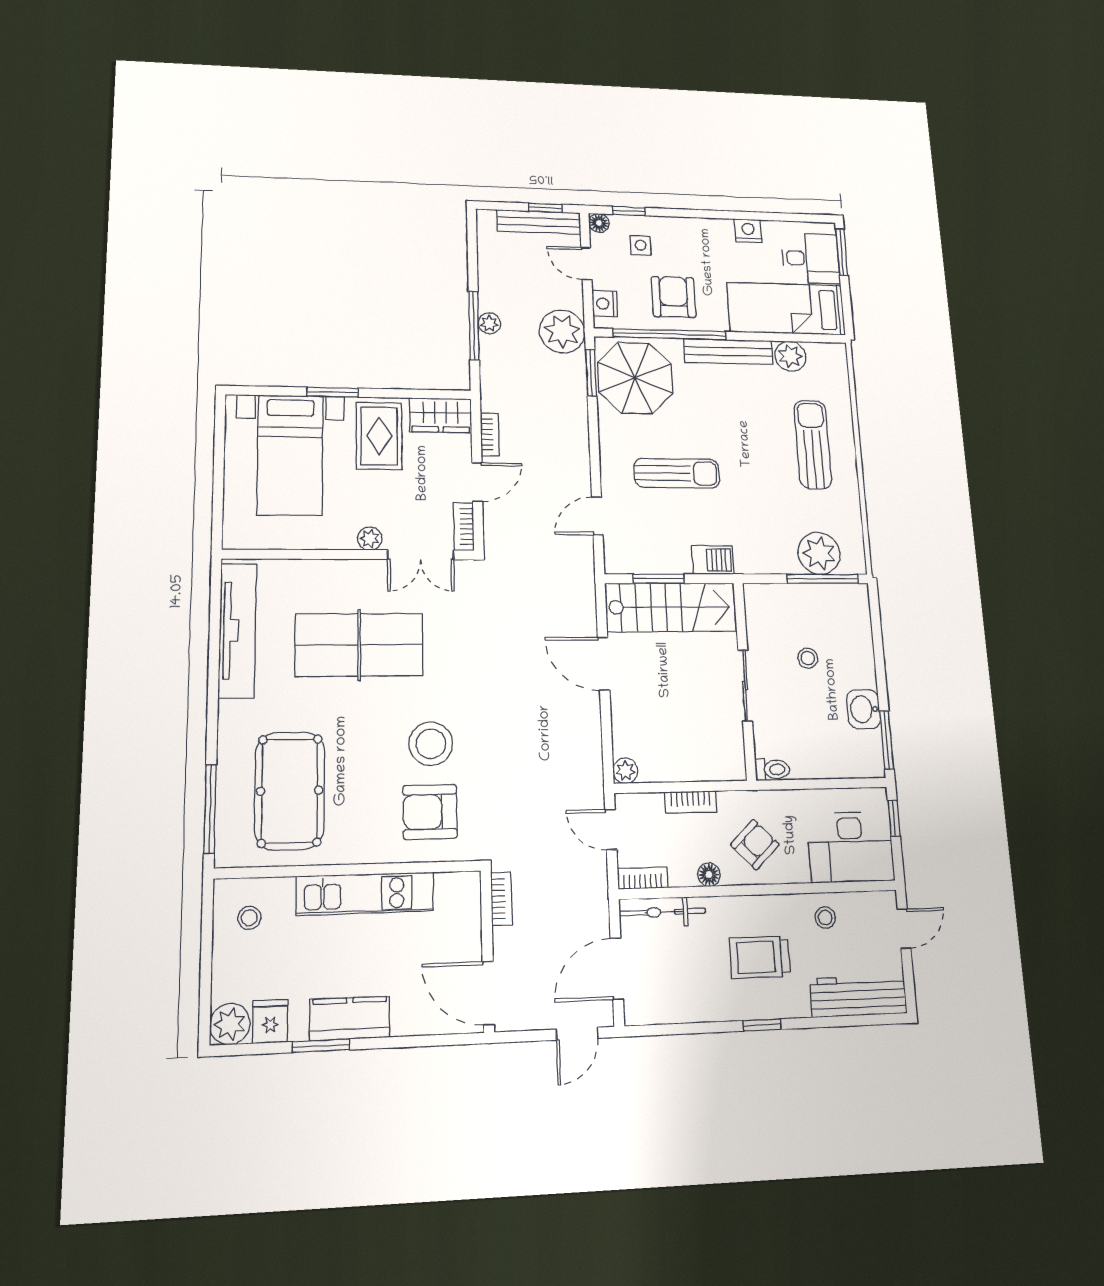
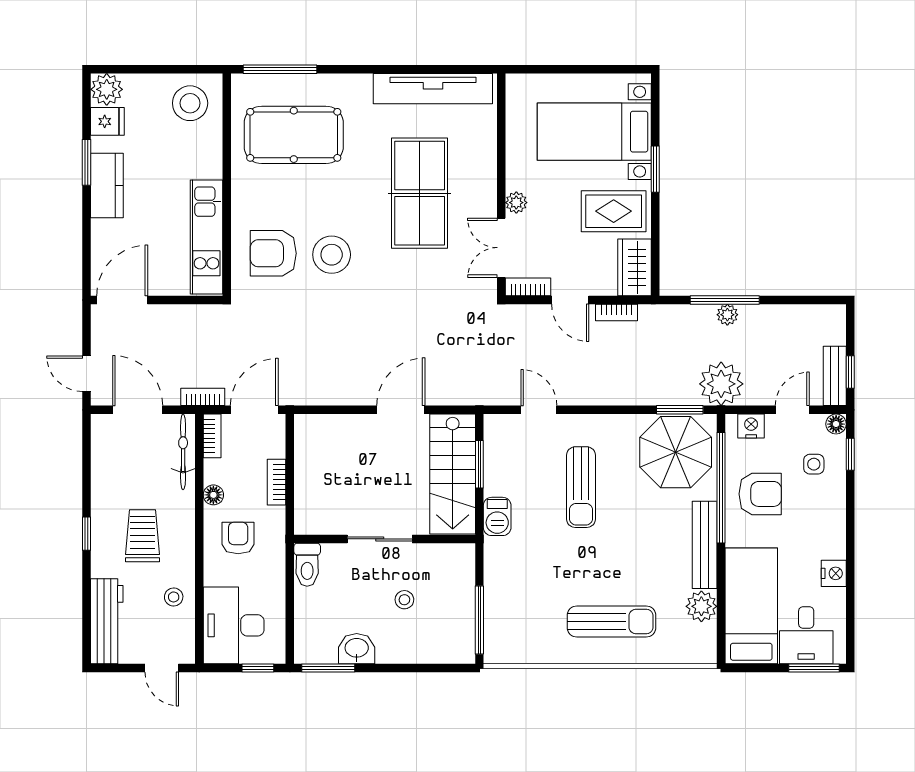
bench: (539, 222) -> (835, 376), width x0.73
plant: (819, 553) -> (504, 619), removed
toilet: (772, 769) -> (307, 565), width x1.37, depth x1.39
plant: (625, 771) -> (305, 425), removed
armchair: (430, 812) -> (273, 253), turned -90
door: (611, 830) -> (254, 410), width x1.37
armchair: (755, 845) -> (238, 538), turned -136
kitchen unit: (365, 894) -> (206, 237), moved
bookcase: (501, 899) -> (203, 397), moved, turned 180
stool: (249, 918) -> (190, 103), width x1.89, depth x1.89

